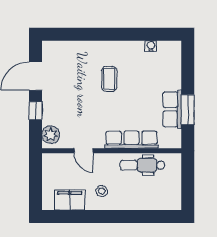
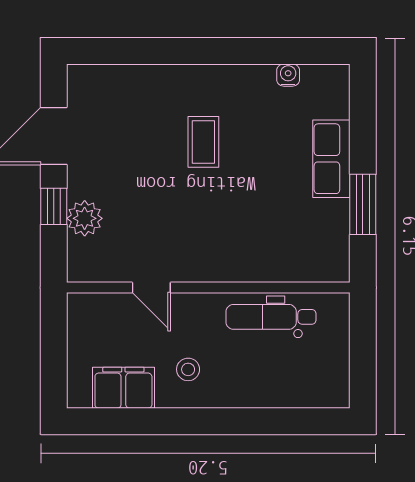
row of seats: (172, 109) -> (331, 159), moved
plant: (51, 135) -> (85, 218), moved
row of seats: (132, 140) -> (249, 265), removed

